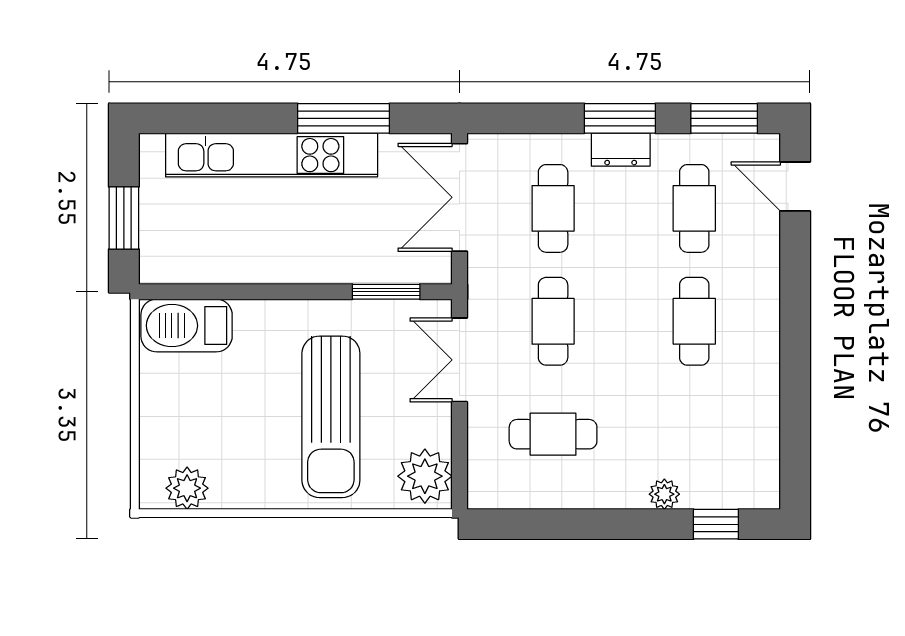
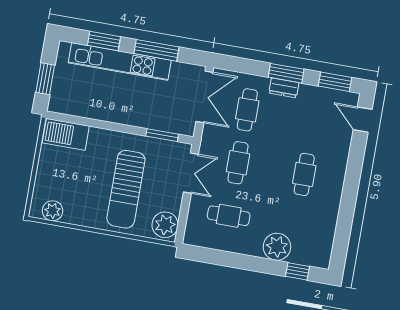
window: (231, 118) -> (104, 41), added
double door: (459, 197) -> (204, 97), swing flipped
cafe table: (694, 208) -> (314, 121), removed
double door: (459, 360) -> (191, 173), swing flipped
plant: (664, 494) -> (277, 247), width x1.87, depth x1.87

